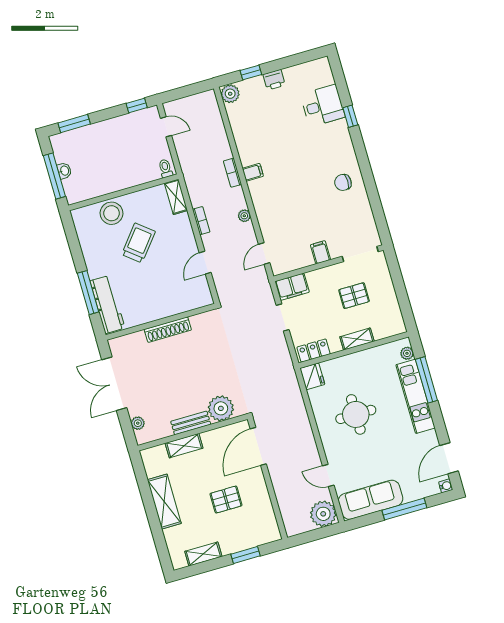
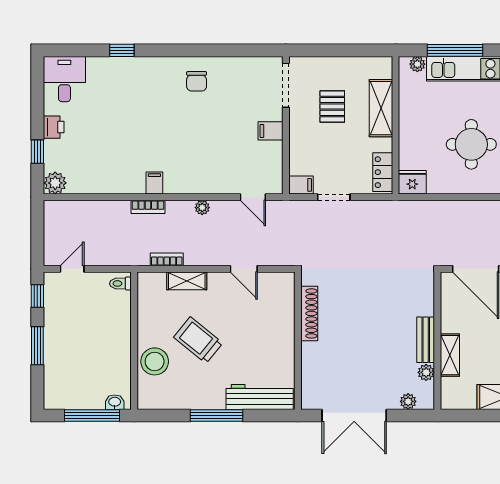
desk: (323, 106) -> (64, 79), moved
window: (74, 123) -> (37, 346), moved
washbasin: (64, 171) -> (115, 402), moved
shelving: (176, 197) -> (187, 281), moved
bookcase: (201, 221) -> (167, 259), moved
filing cabinet: (292, 287) -> (301, 185), width x0.50
window: (88, 293) -> (216, 416), moved
shoe rack: (168, 330) -> (309, 313), moved
shelving: (357, 339) -> (381, 108), width x1.50, depth x1.33
plant: (221, 408) -> (426, 372), moved, width x0.53, depth x0.53

